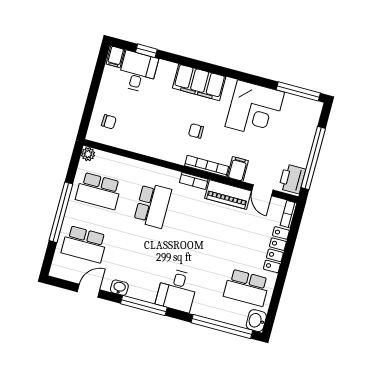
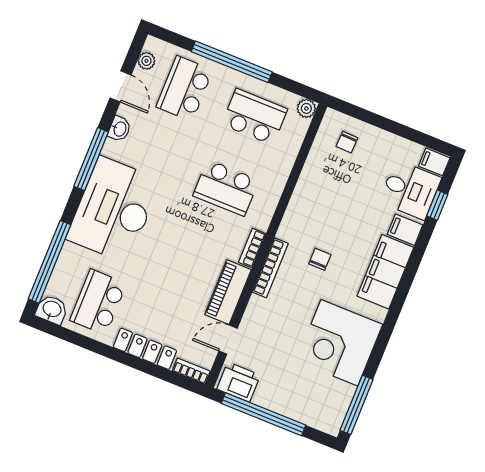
filing cabinet: (238, 169) -> (405, 230), moved, turned 180
school desk: (99, 191) -> (255, 117), turned 90
plant: (68, 274) -> (146, 61), added
desk: (177, 290) -> (114, 210), width x1.87, depth x1.30

